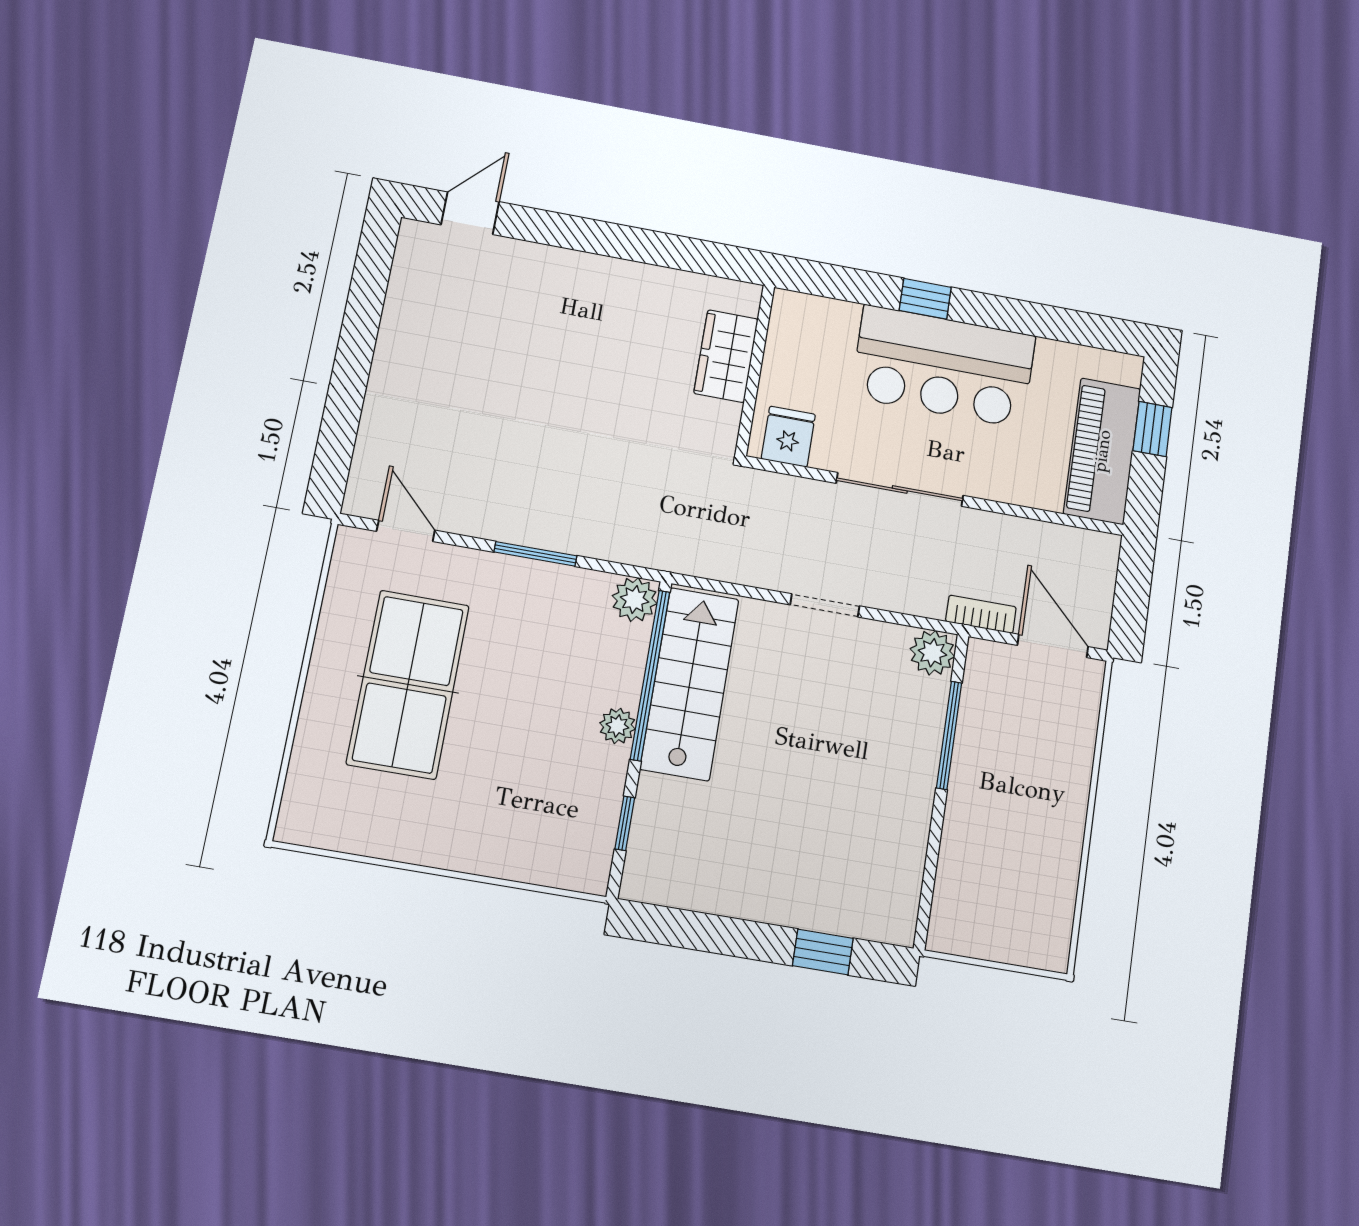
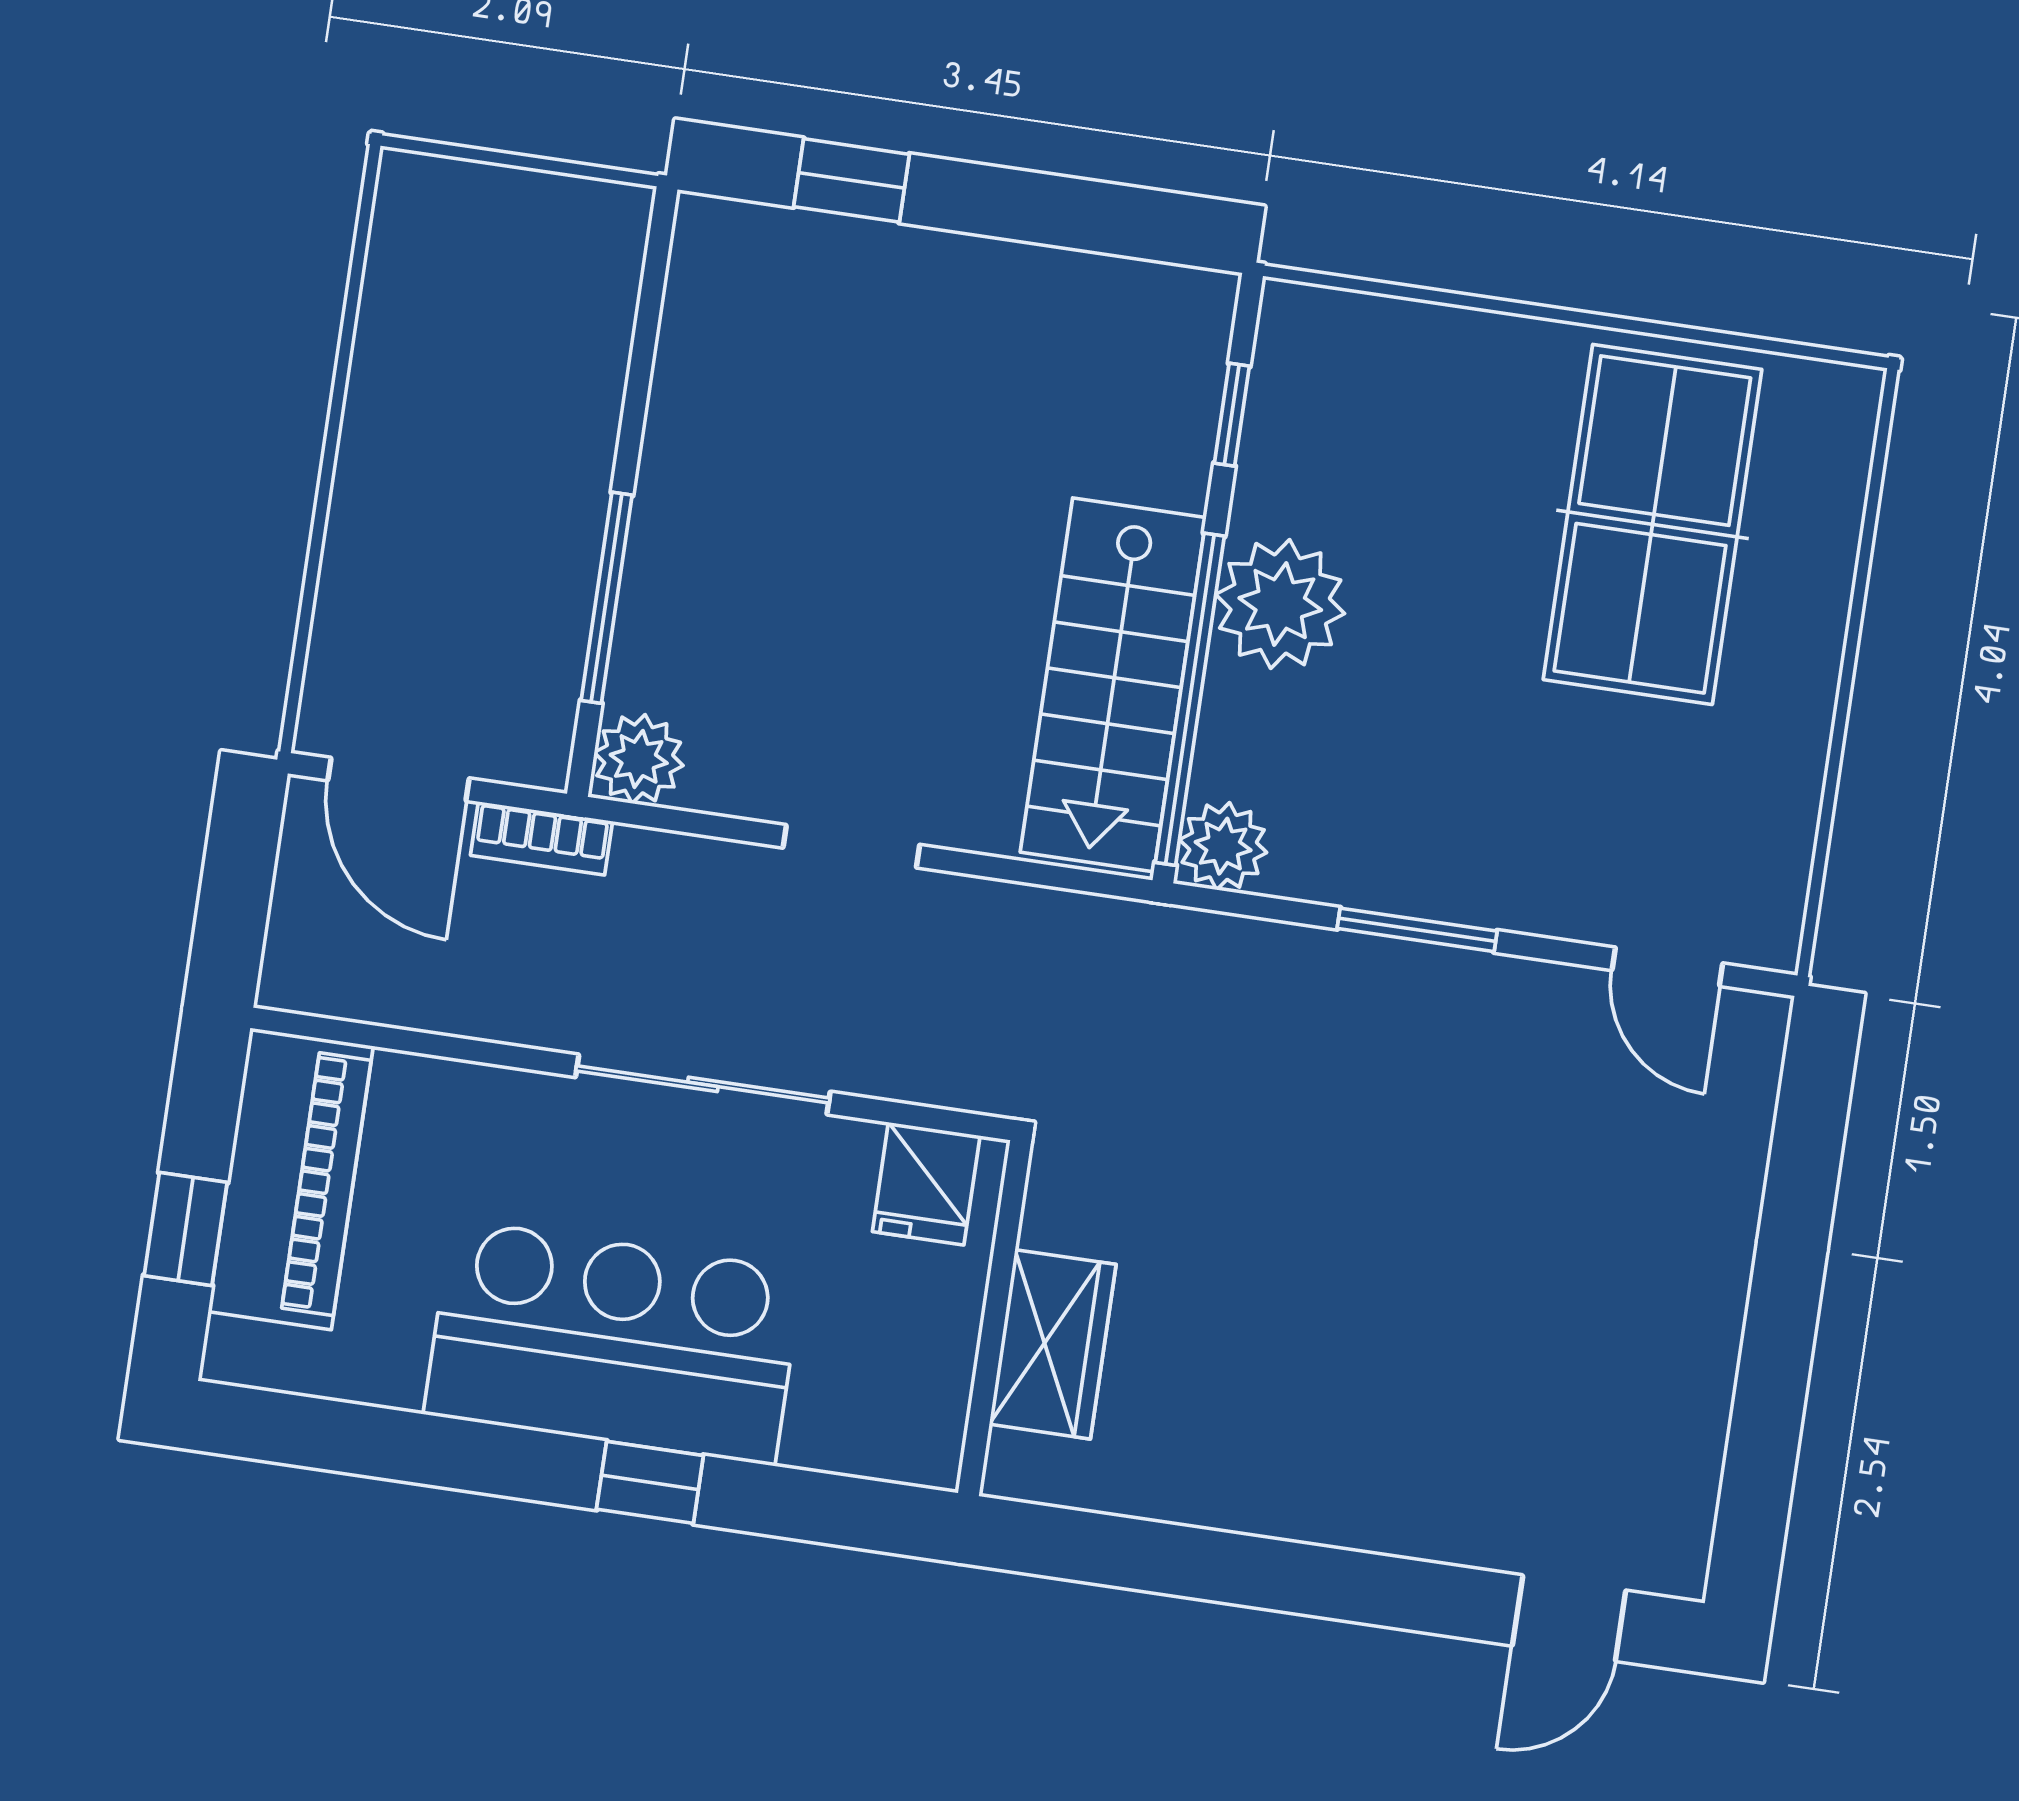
table tennis table: (408, 684) -> (1652, 524), moved
plant: (617, 726) -> (1280, 604), width x1.88, depth x1.88

